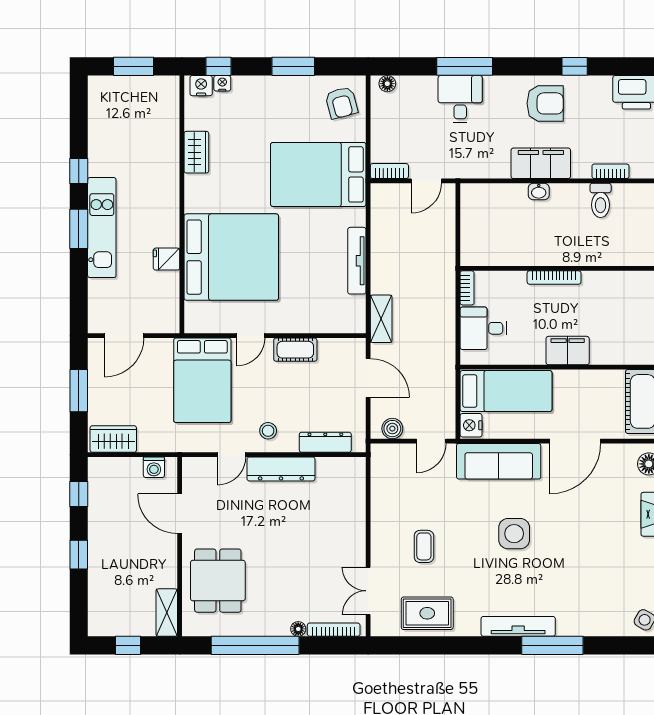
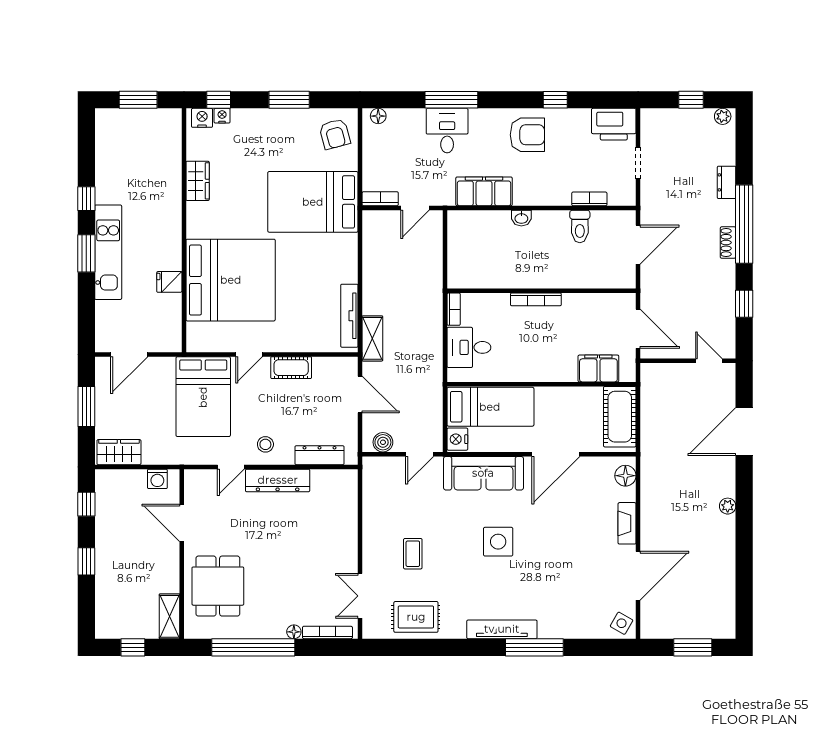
filing cabinet: (541, 163) -> (484, 191), moved
tv unit: (357, 261) -> (349, 316), moved
filing cabinet: (568, 351) -> (598, 368), moved

